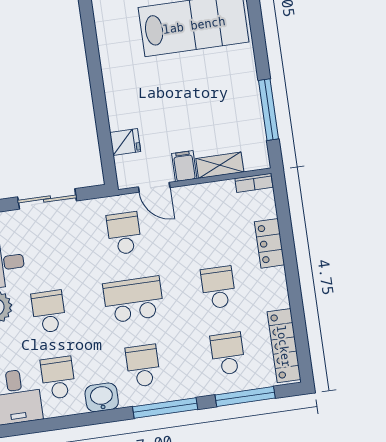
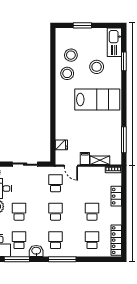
school desk: (133, 300) -> (55, 212), width x0.54
window: (245, 397) -> (17, 259), moved

